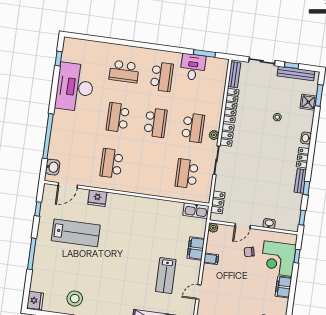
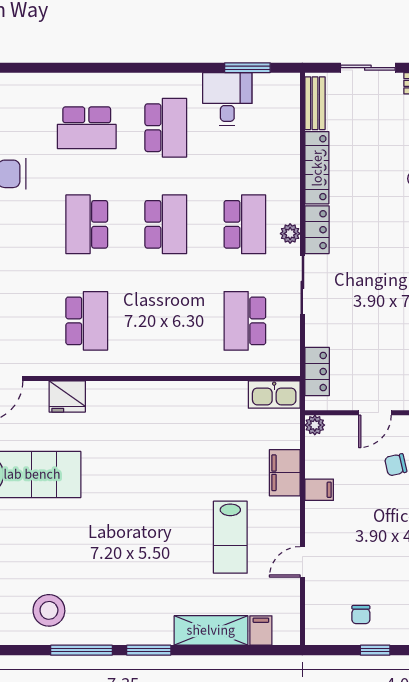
school desk: (112, 163) -> (87, 321), turned 180

